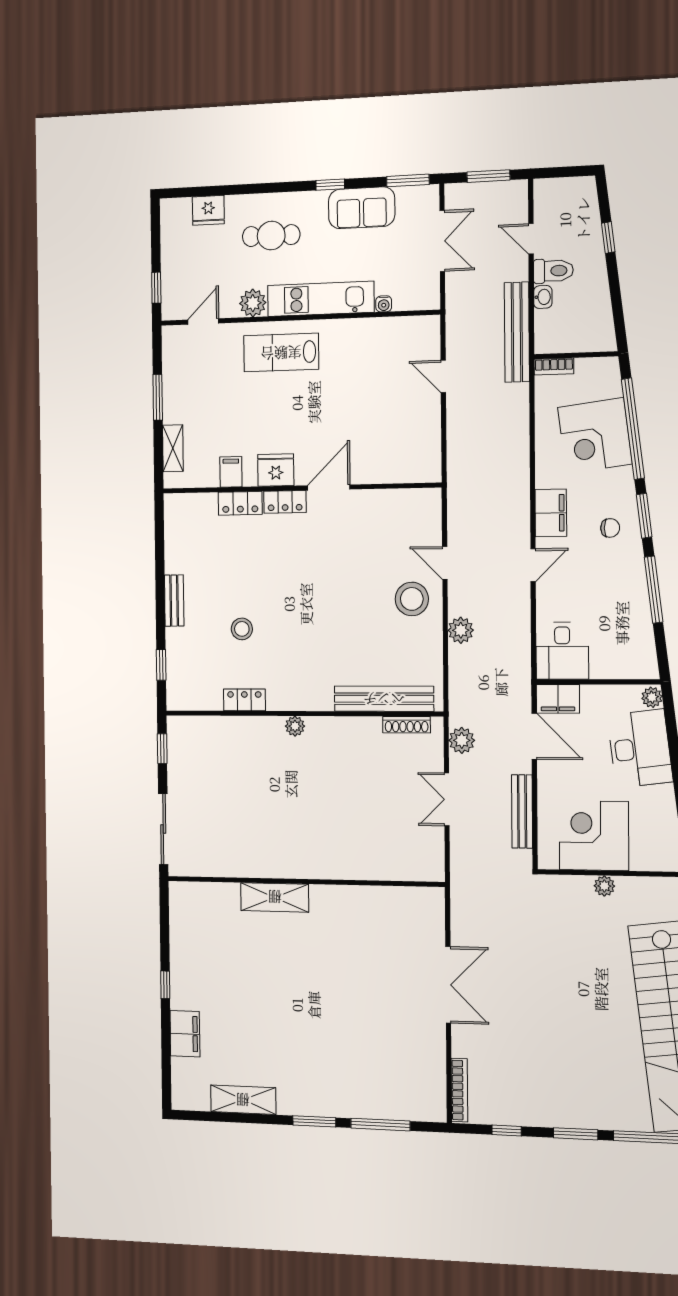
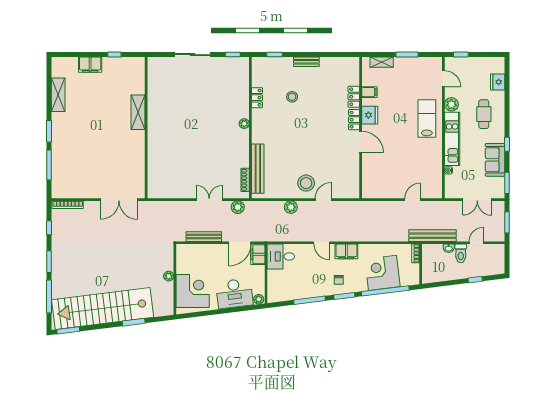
corner desk: (594, 836) -> (193, 291), moved
wall: (305, 882) -> (146, 128), moved
shelving: (275, 897) -> (138, 112), moved

